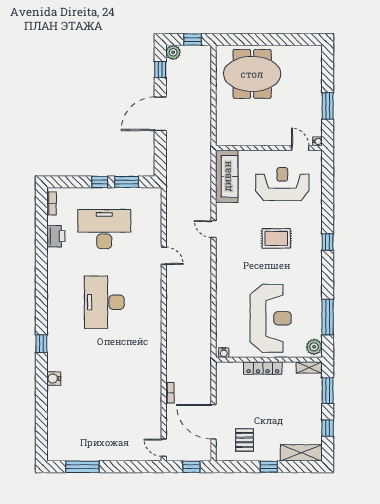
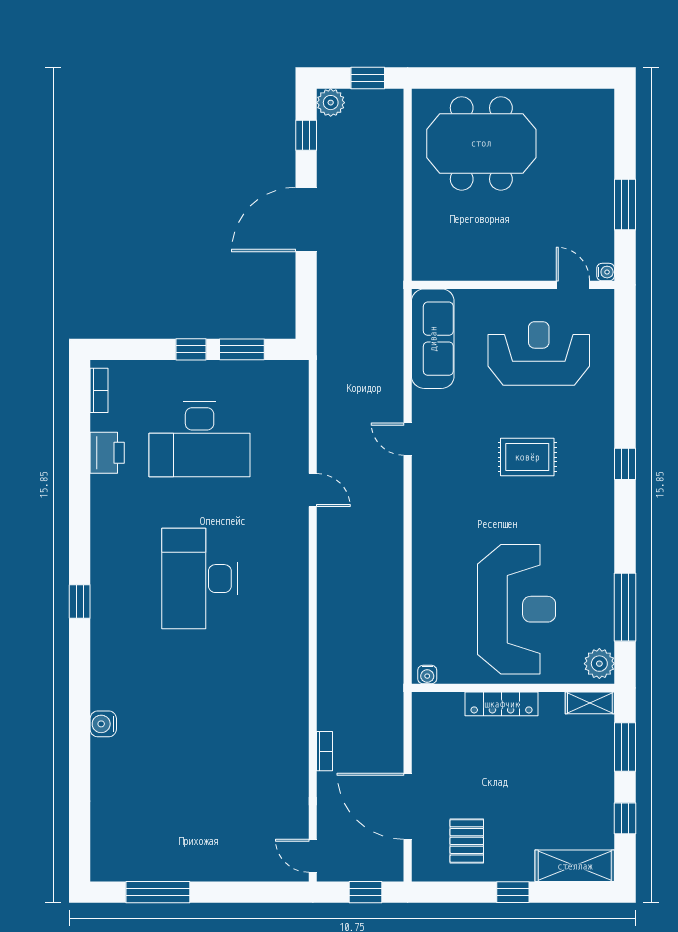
desk: (104, 229) -> (200, 439), turned 180
window: (41, 344) -> (80, 601), moved

